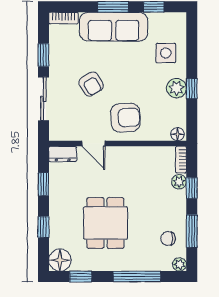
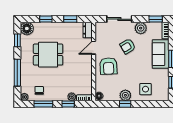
sofa: (114, 27) -> (161, 54), width x0.73
window: (43, 55) -> (156, 19), moved
plant: (59, 61) -> (141, 28), added

